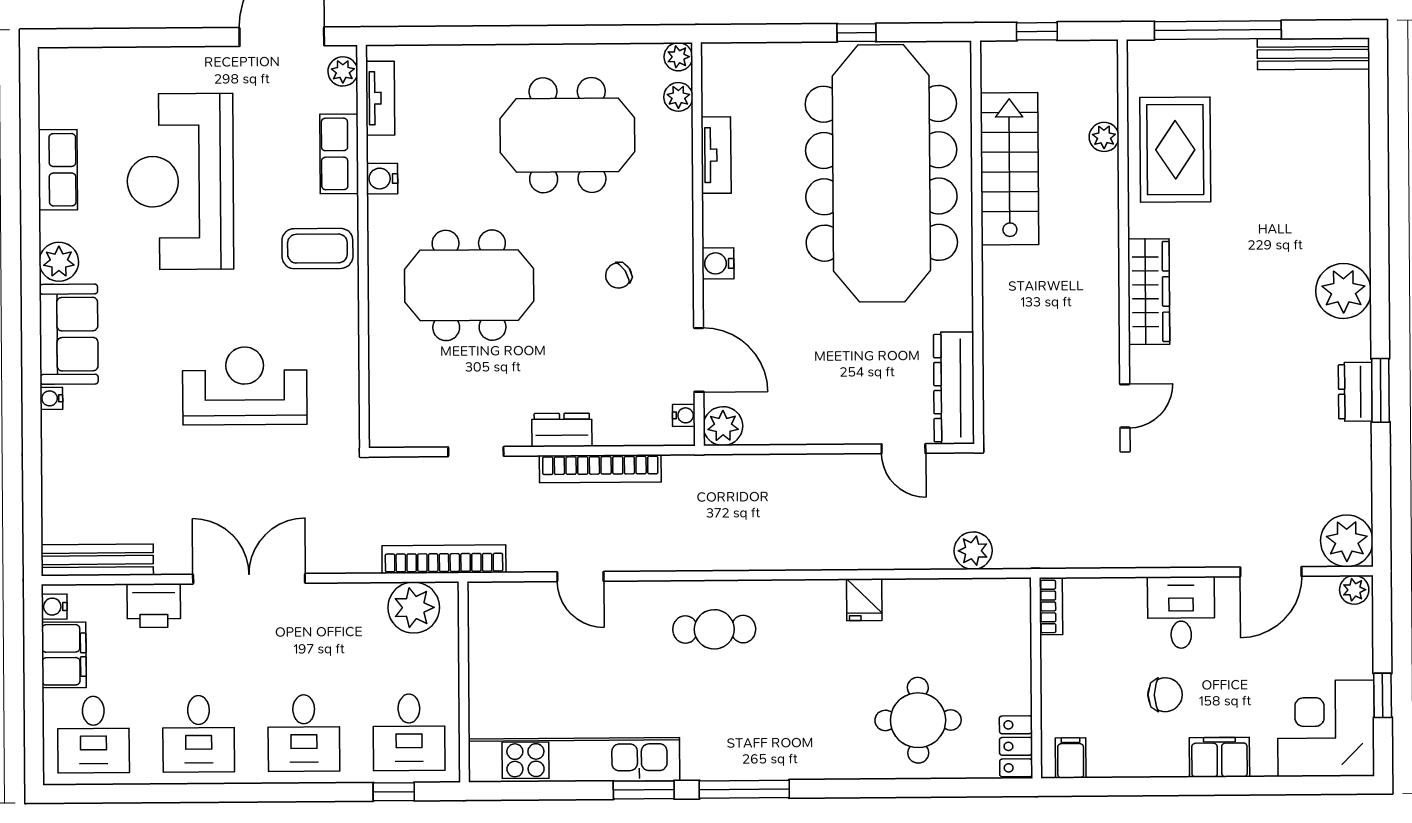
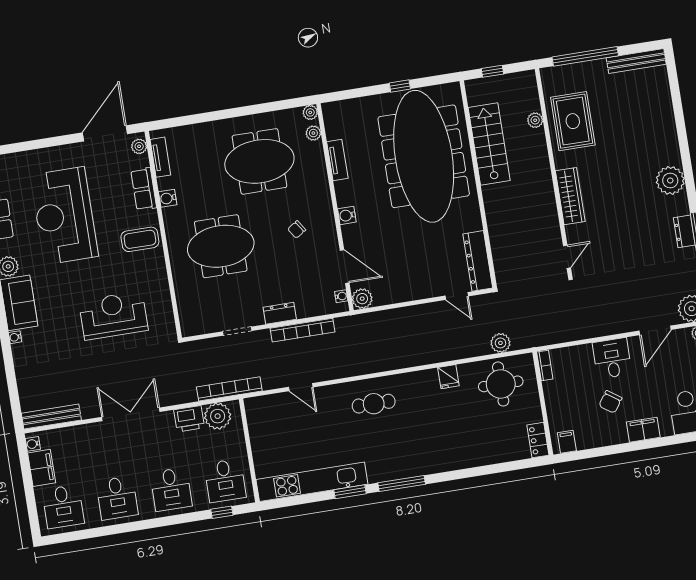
printer: (154, 606) -> (189, 419), moved
chair: (1165, 695) -> (610, 402), turned 125
round table: (918, 720) -> (501, 384), moved

